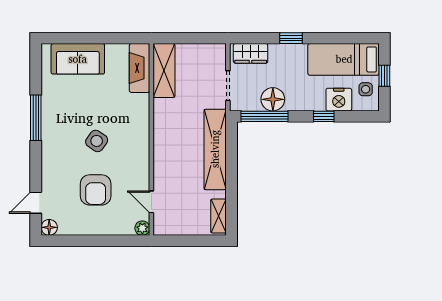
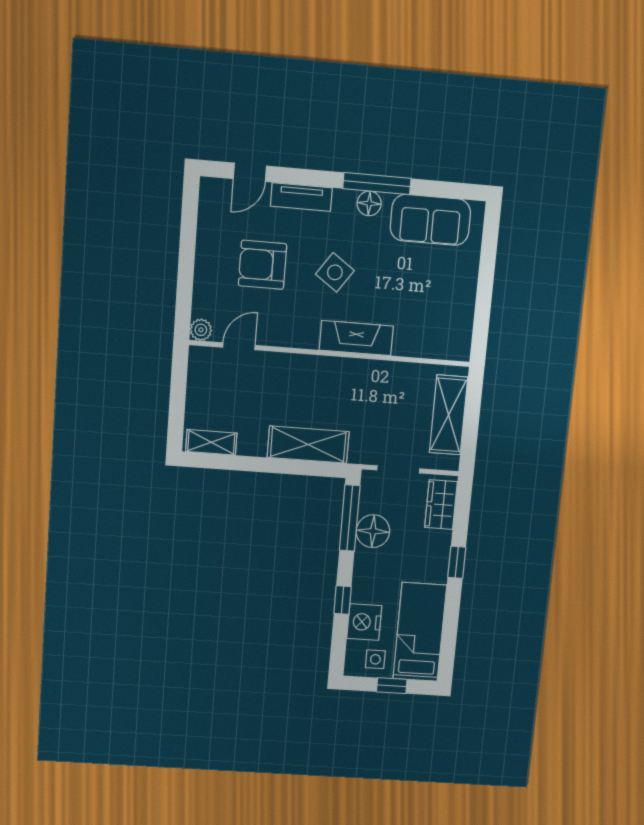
sofa: (78, 59) -> (430, 220), moved, turned -90
fireplace: (140, 68) -> (356, 338), moved
shelving: (164, 70) -> (449, 415), moved, turned 90
shelving: (215, 149) -> (308, 445), width x0.68
tv unit: (49, 167) -> (301, 197), added
door: (36, 203) -> (250, 172), swing flipped
floor lamp: (49, 227) -> (369, 203), moved

